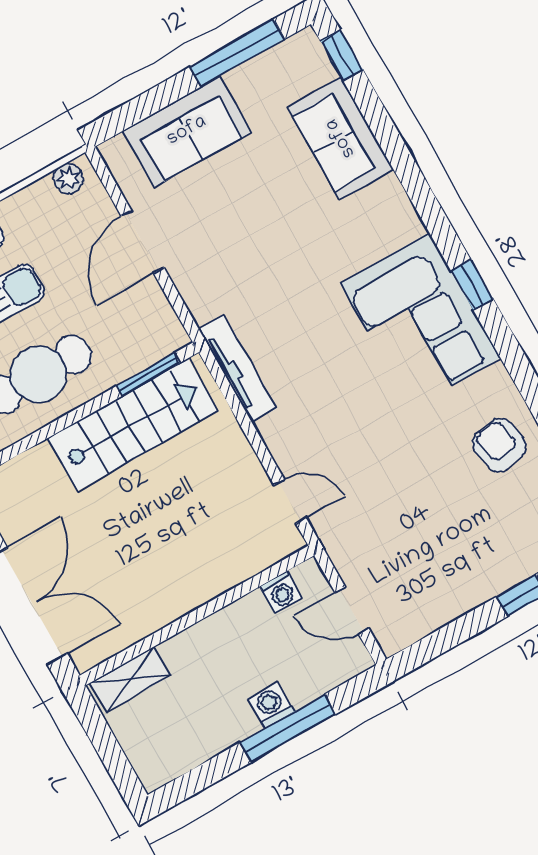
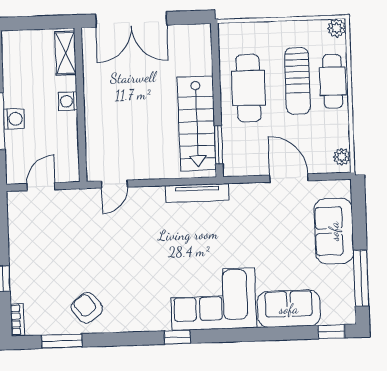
corner sofa: (420, 321) -> (213, 299), moved
armchair: (499, 445) -> (87, 308), turned -117
washing machine: (281, 592) -> (68, 101), moved

